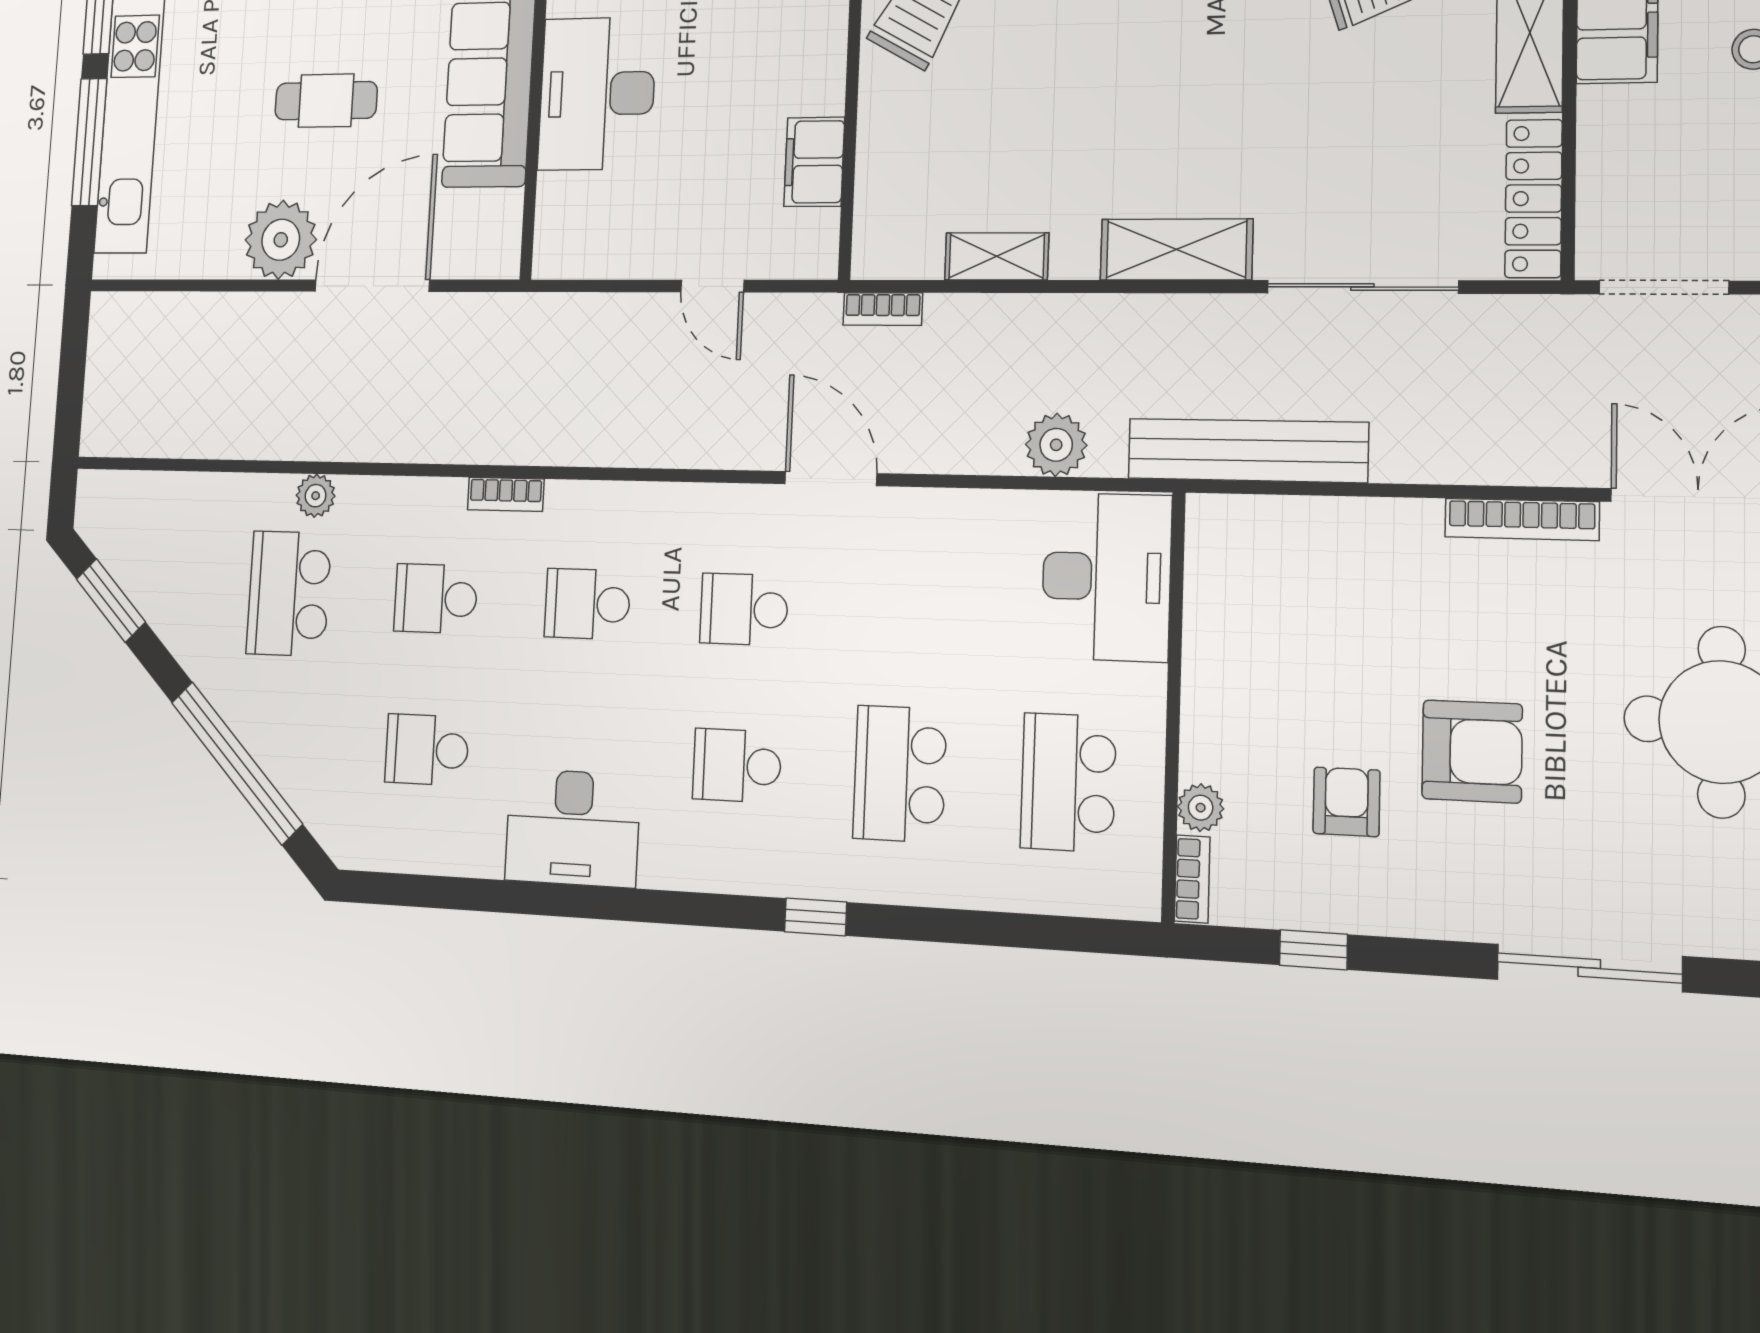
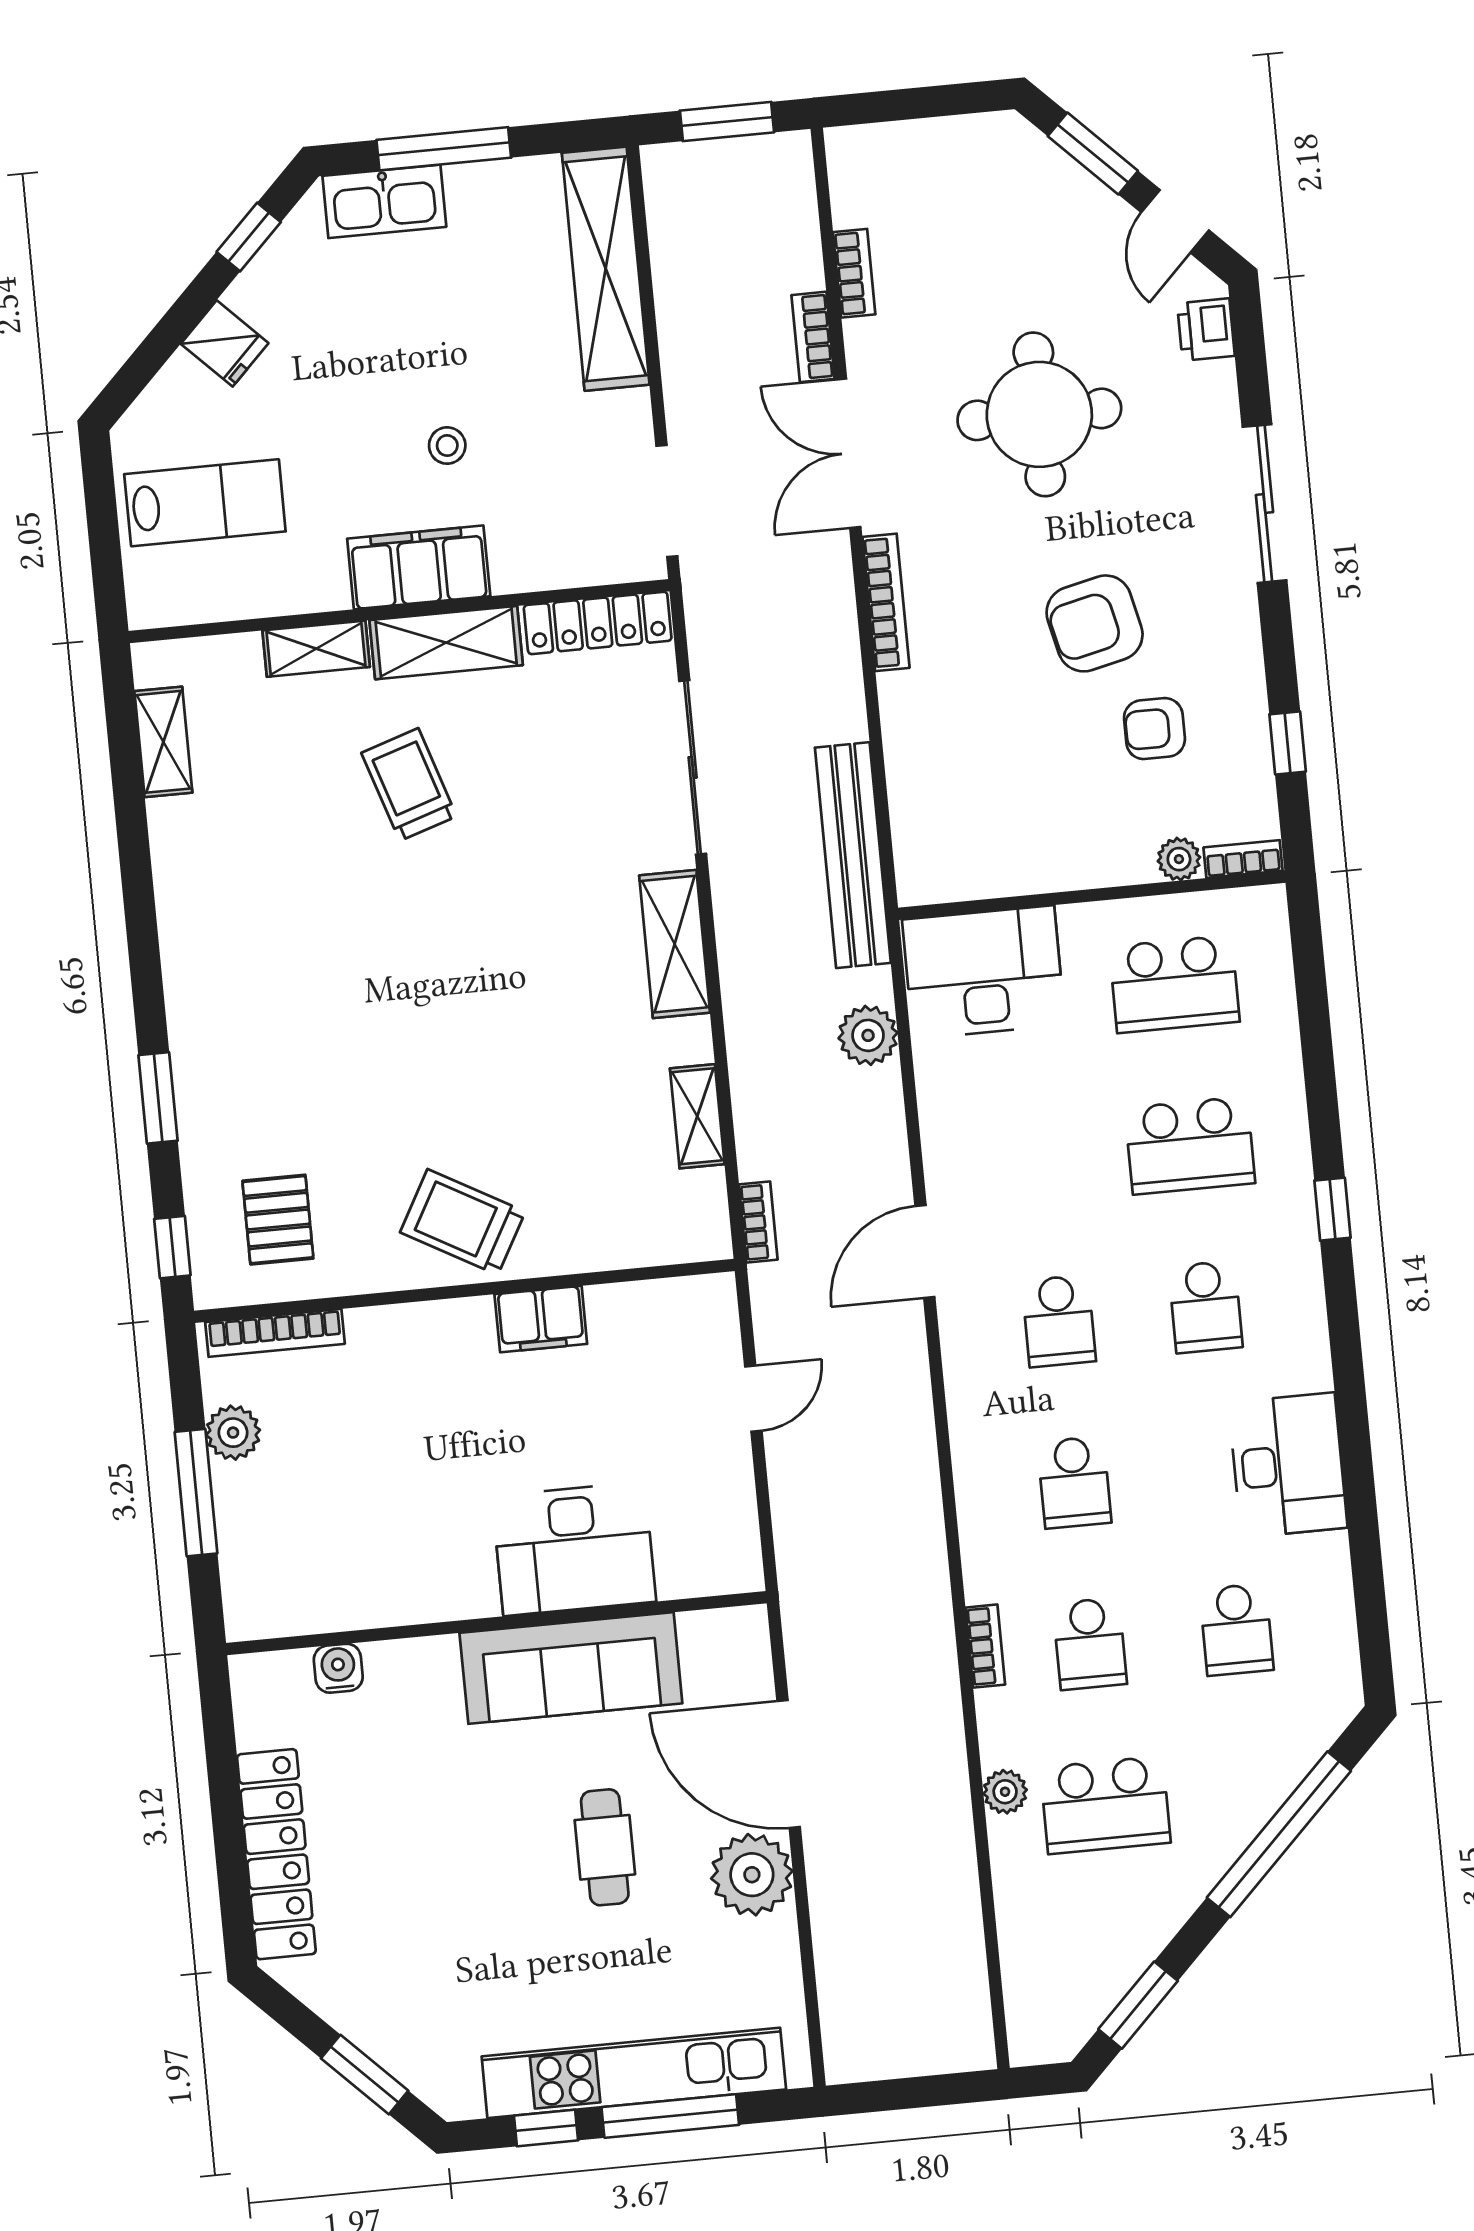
filing cabinet: (814, 162) -> (541, 1319), moved
bookcase: (506, 494) -> (985, 1646), moved
armchair: (1472, 751) -> (1095, 623), turned -103

